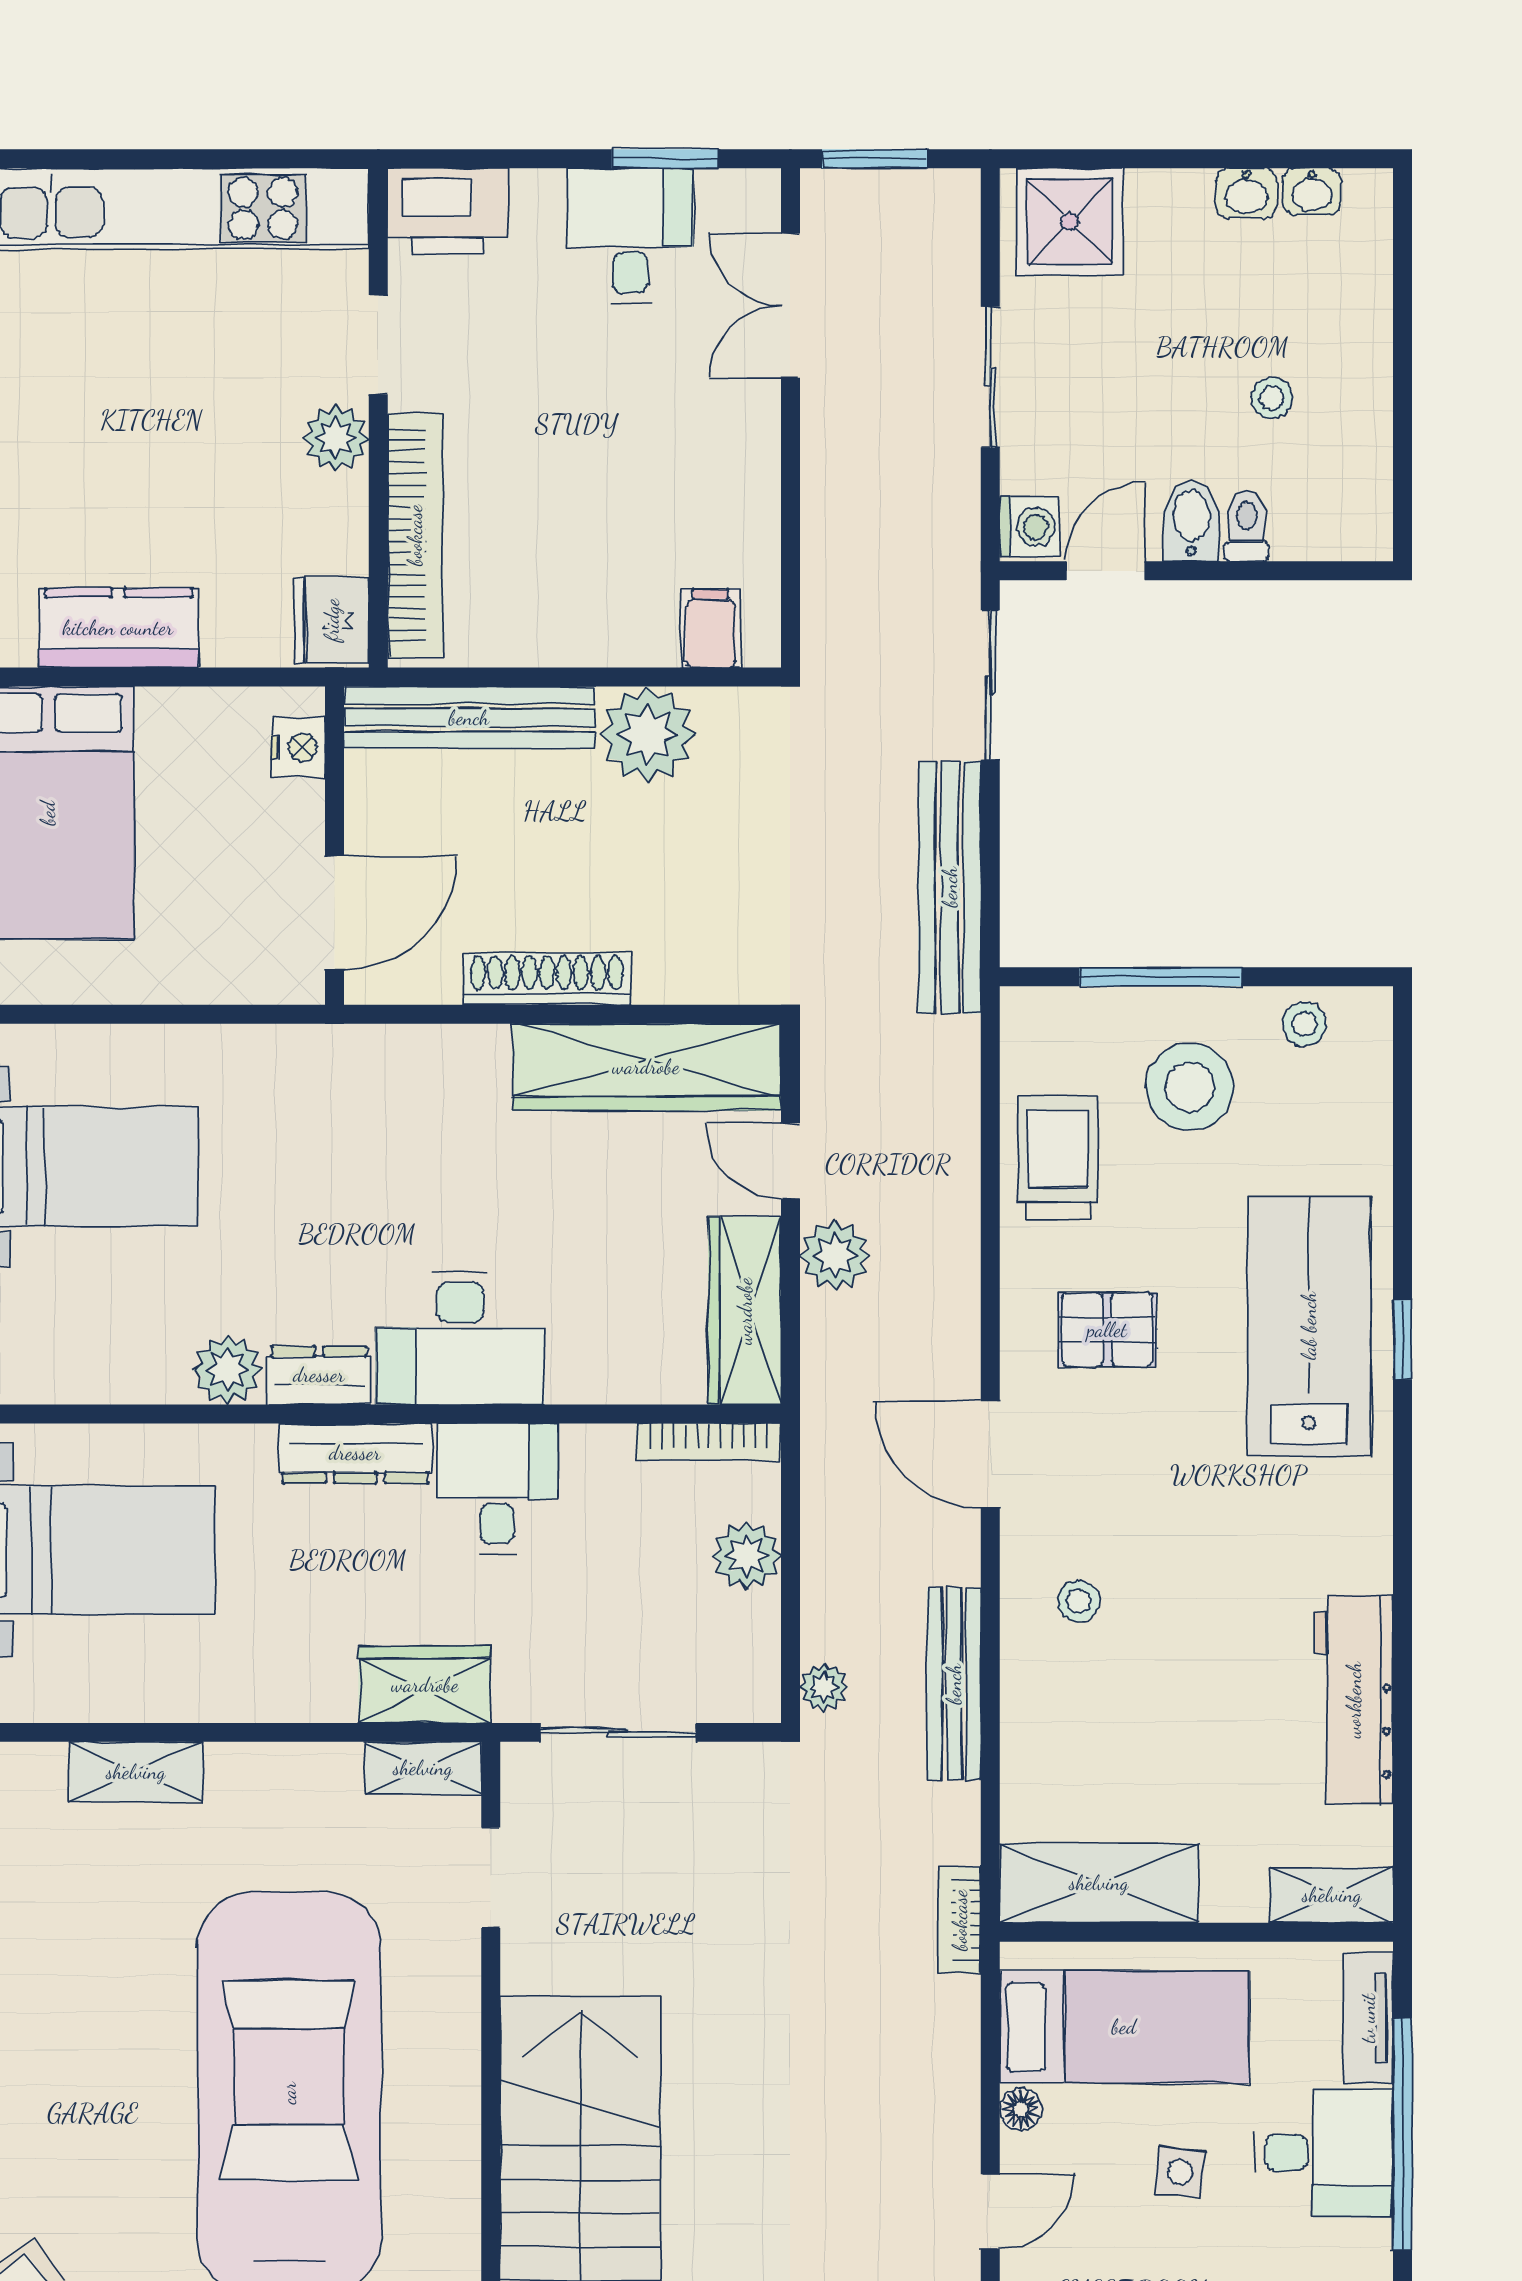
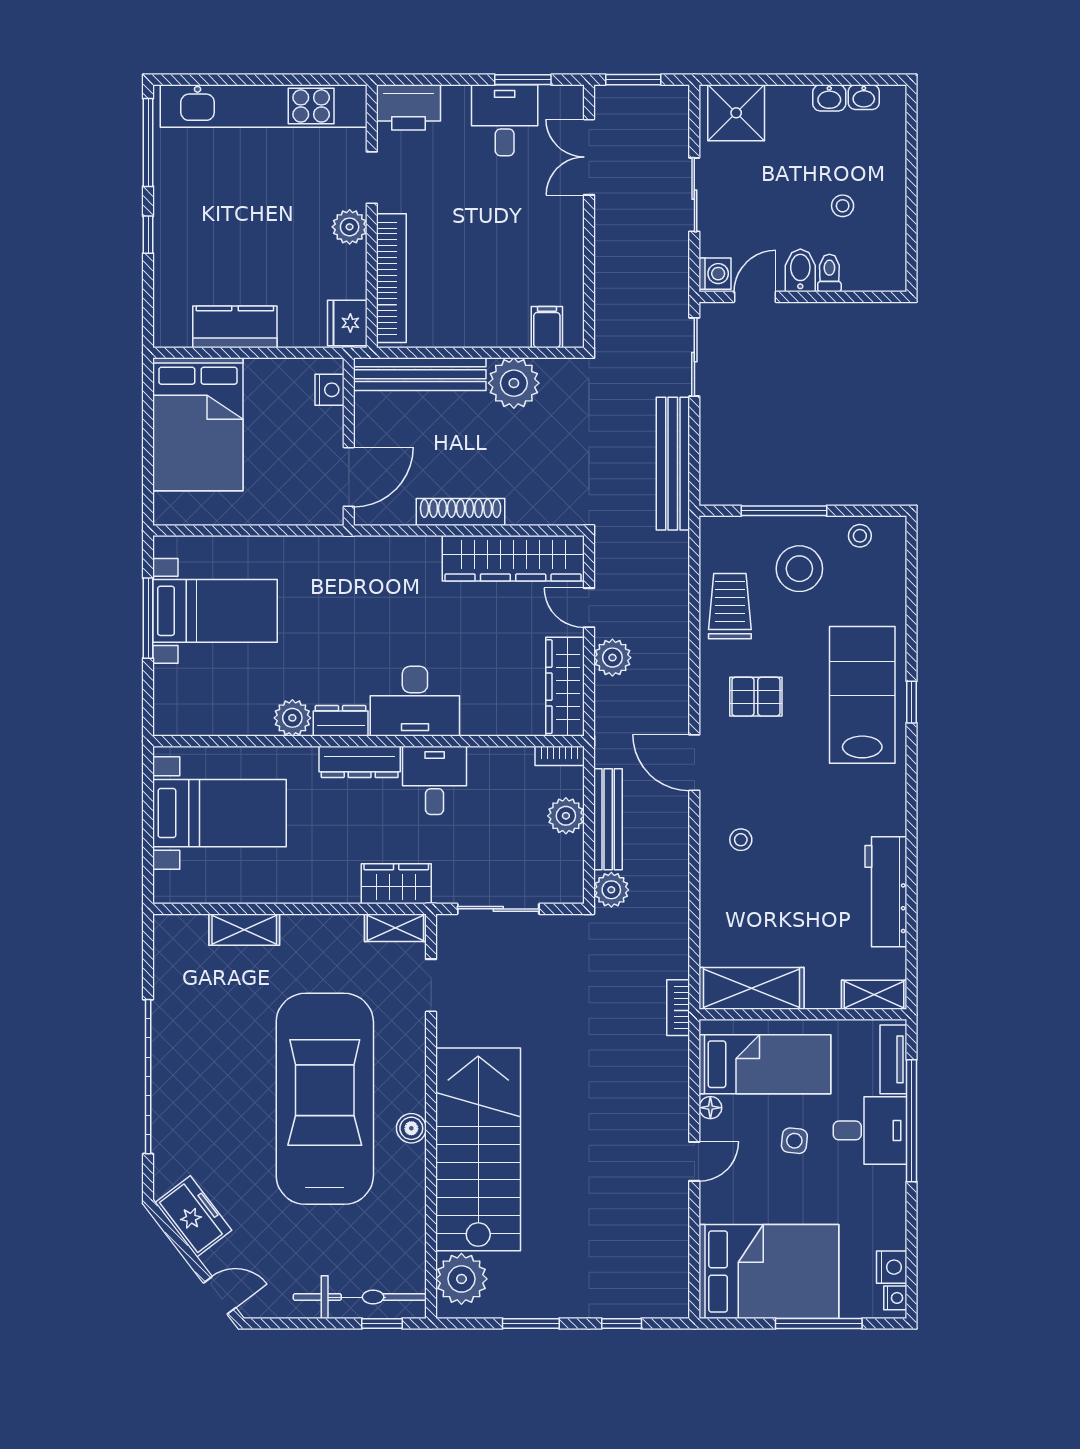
bookcase: (708, 1442) -> (560, 756), width x0.64
bench: (954, 1684) -> (608, 819), moved
plant: (824, 1687) -> (611, 890), width x1.38, depth x1.38
boiler: (453, 2149) -> (411, 1128), added

